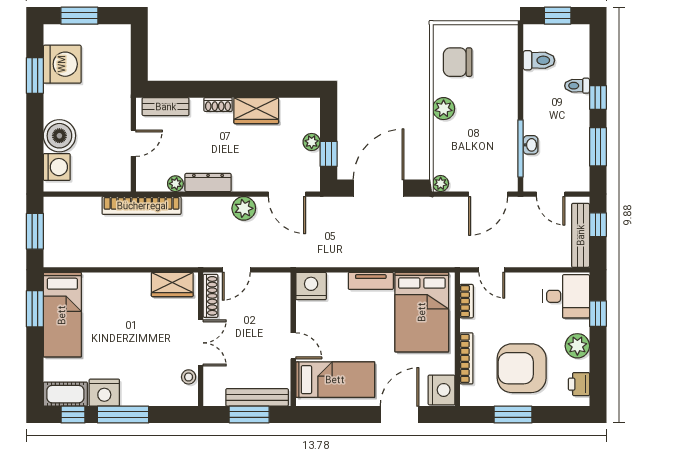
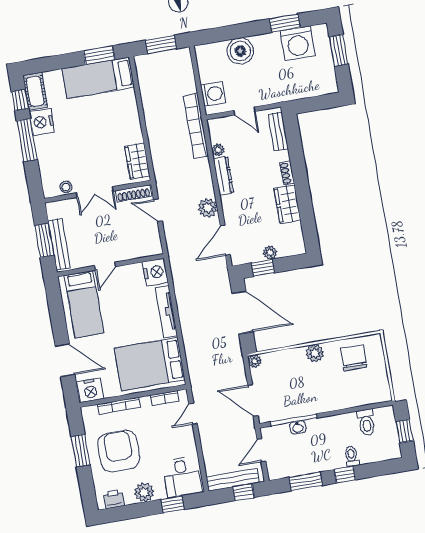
washing machine: (57, 167) -> (213, 94), moved, turned -90
tv unit: (371, 281) -> (166, 312), width x1.41

